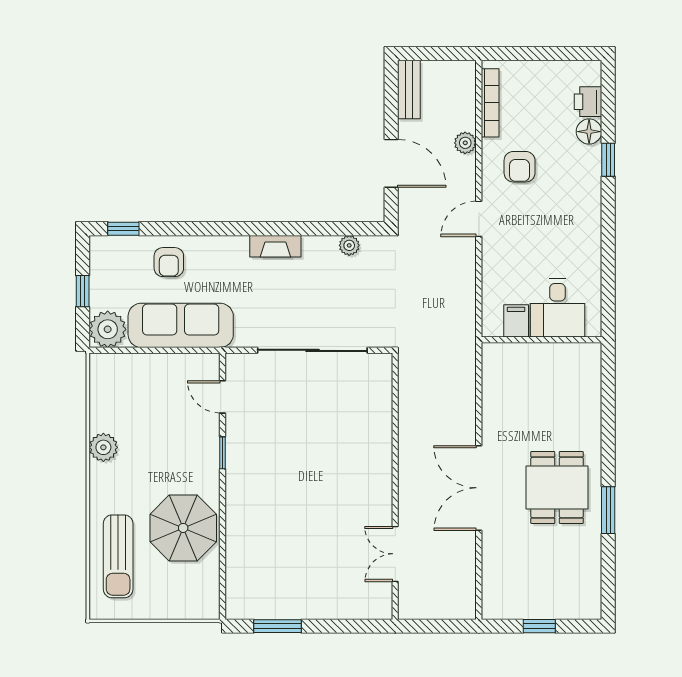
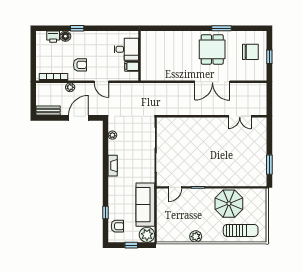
window: (123, 229) -> (106, 212), moved
armchair: (169, 262) -> (117, 226), moved
desk: (557, 308) -> (126, 49), moved
filing cabinet: (516, 321) -> (132, 66), moved
wall: (542, 340) -> (139, 56), moved
dining table: (557, 488) -> (212, 49), turned 90
chair: (551, 580) -> (250, 52), added

